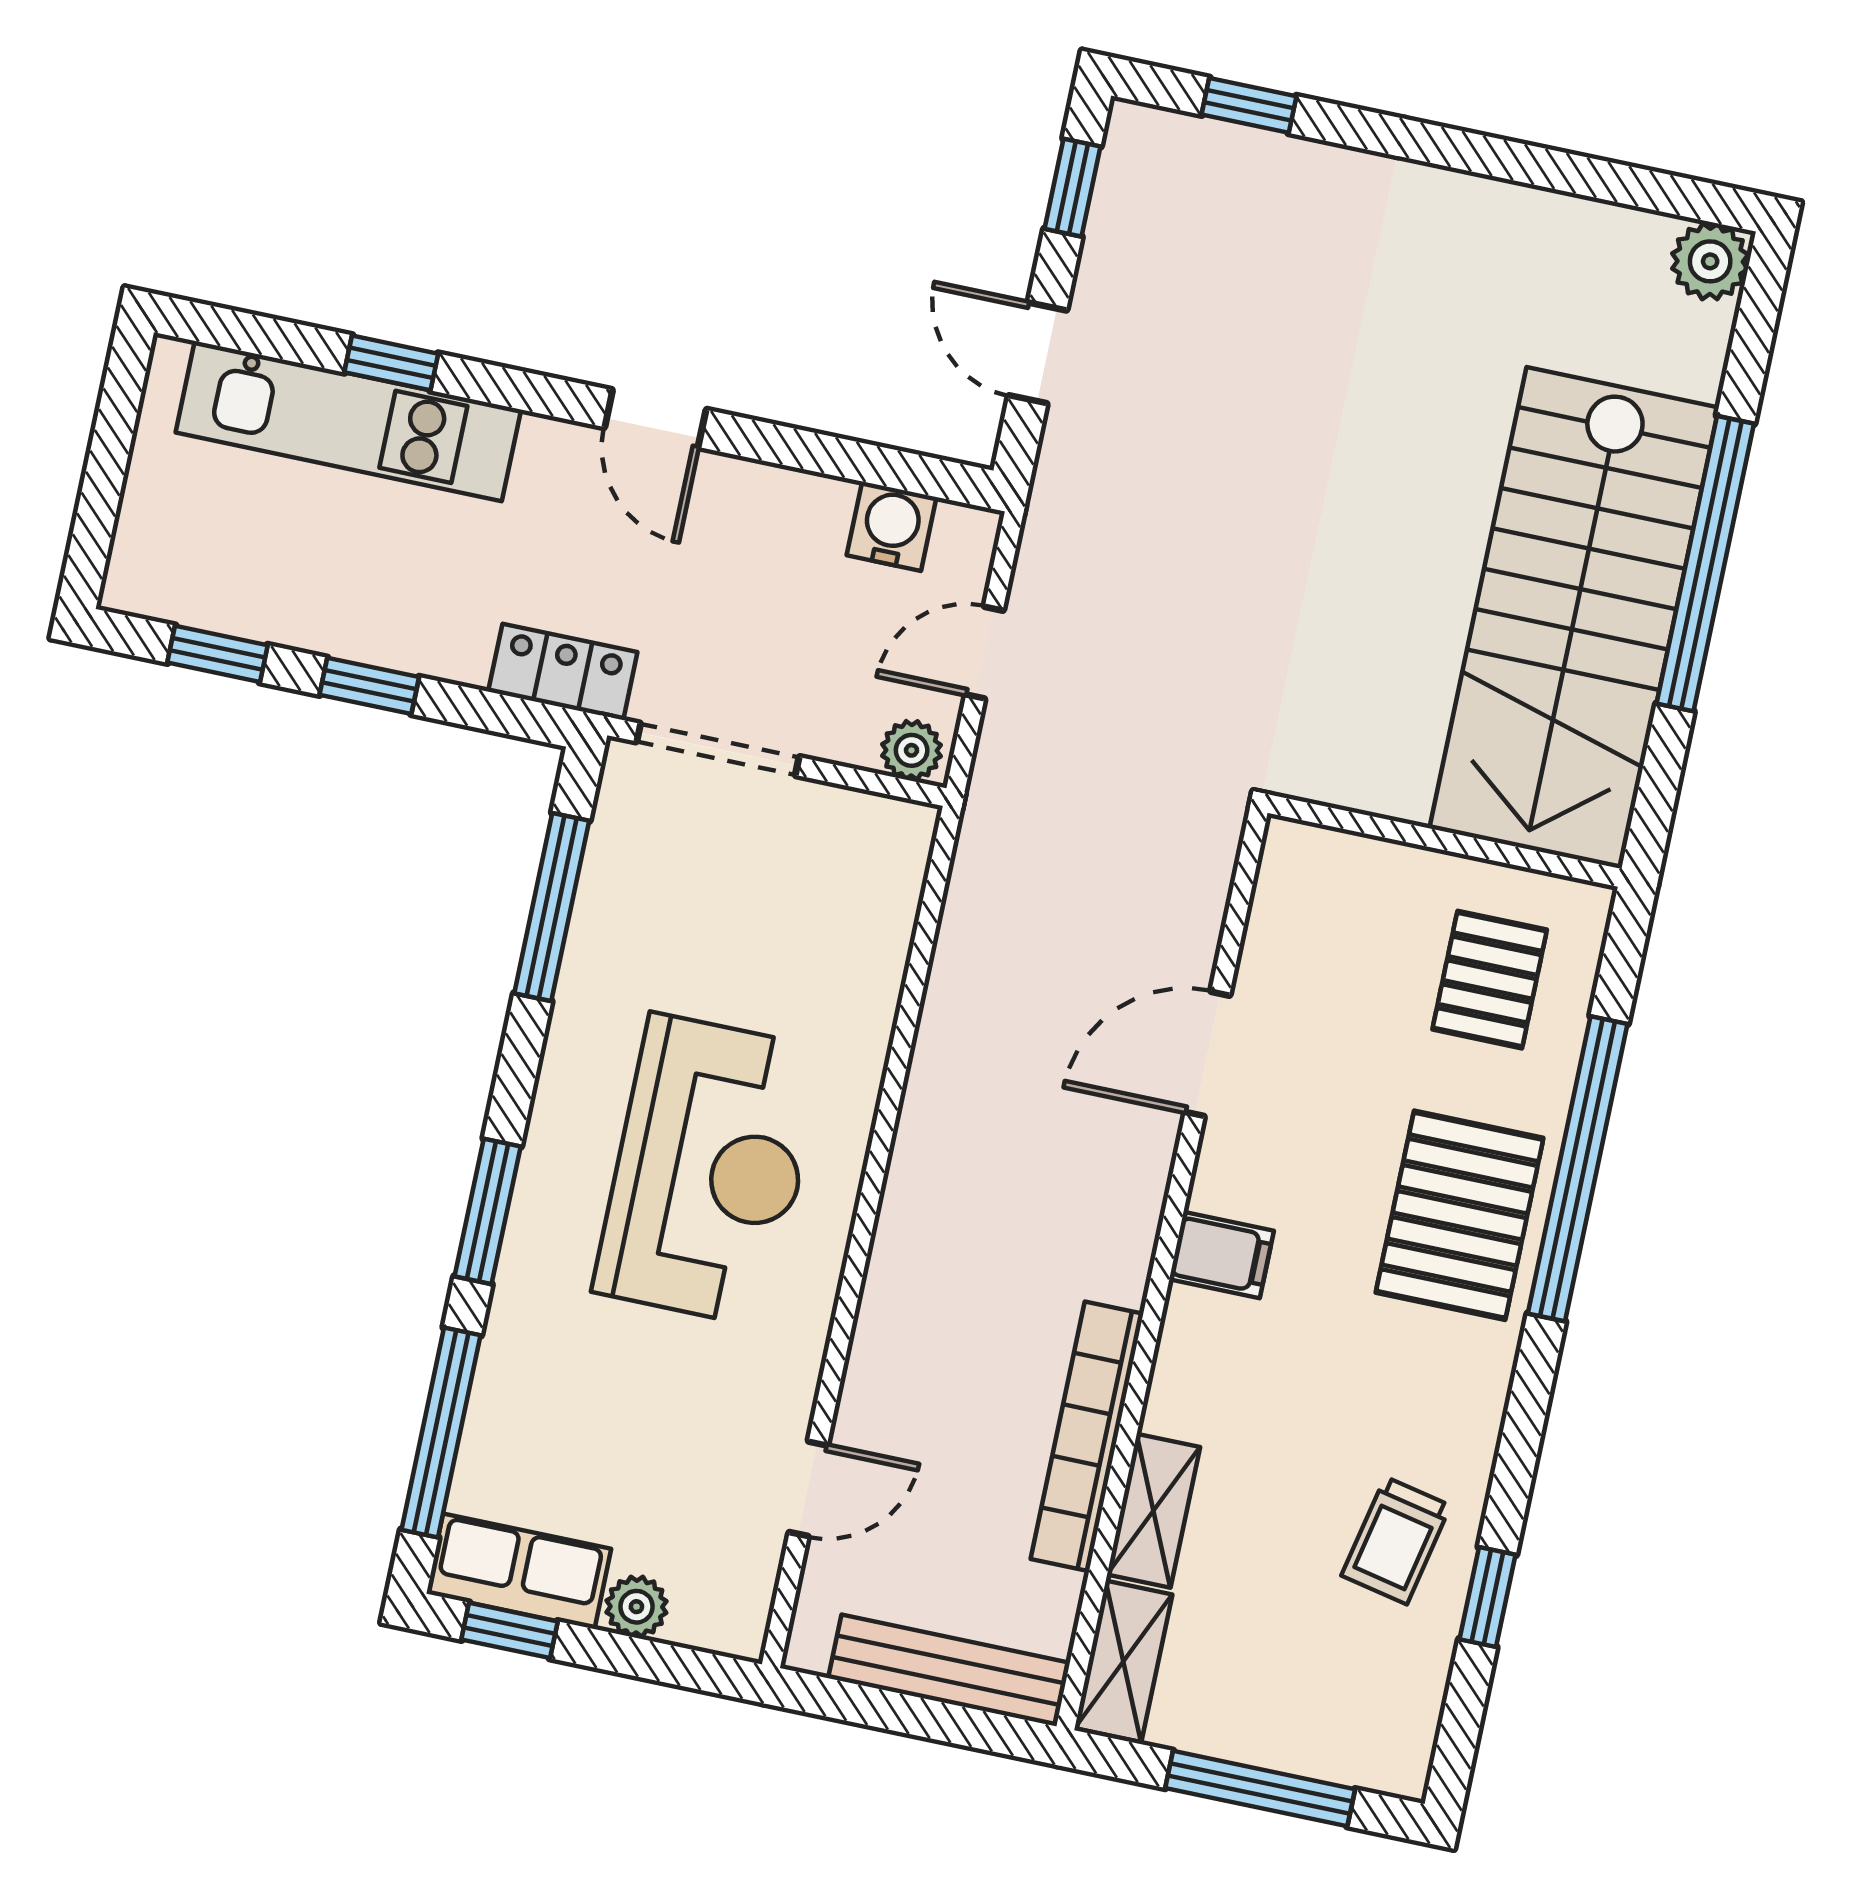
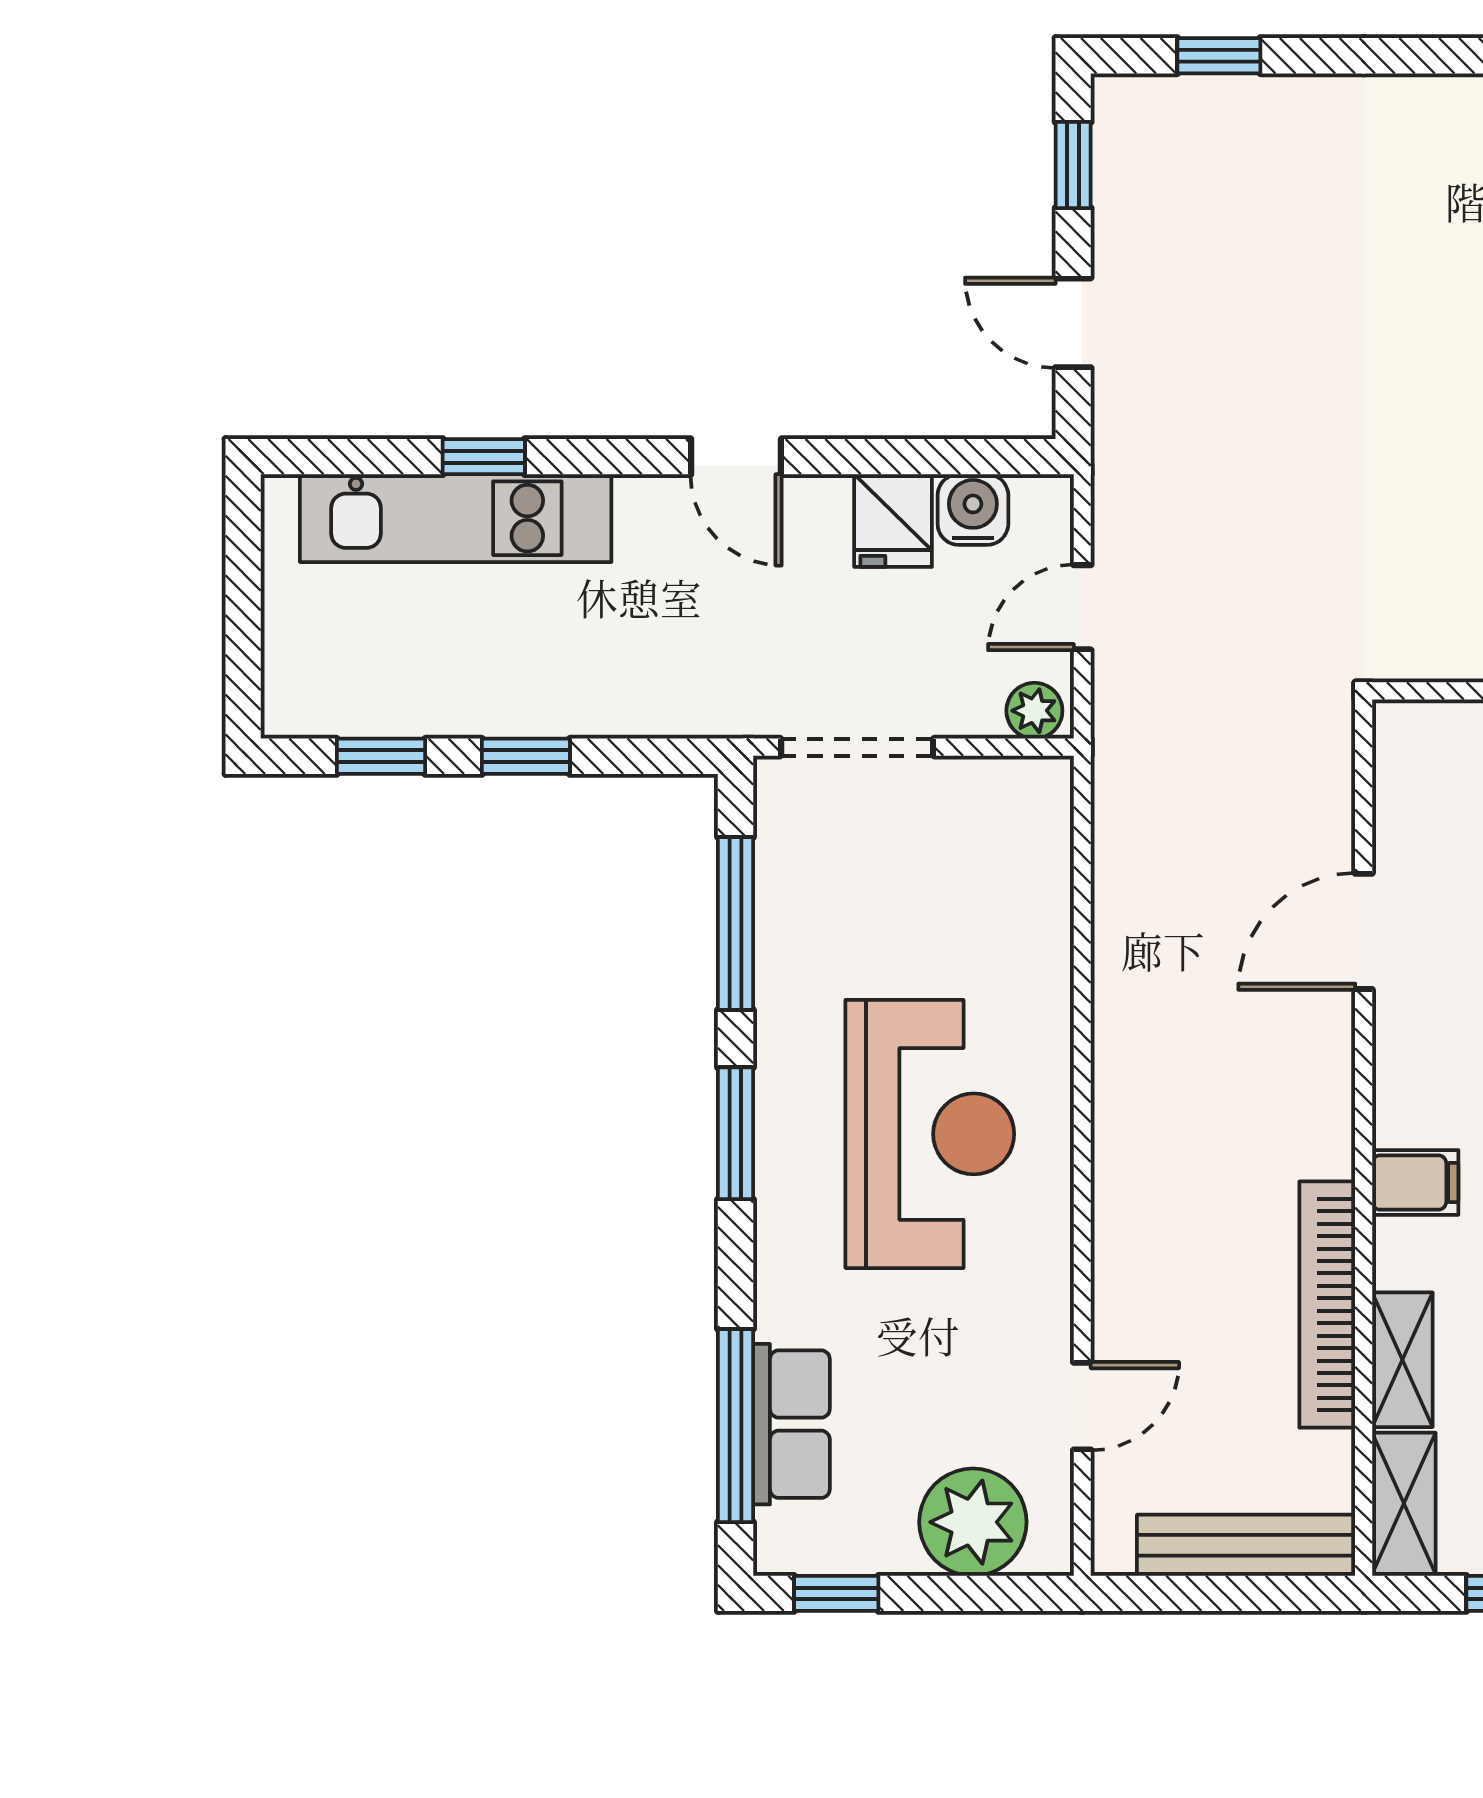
fridge: (806, 520) -> (893, 521), added
locker: (563, 672) -> (700, 706), removed
window: (488, 1211) -> (735, 1133), moved
filing cabinet: (1221, 1255) -> (1415, 1182), moved
row of seats: (519, 1571) -> (791, 1424), moved, turned 90
plant: (636, 1607) -> (973, 1522), width x1.88, depth x1.88

